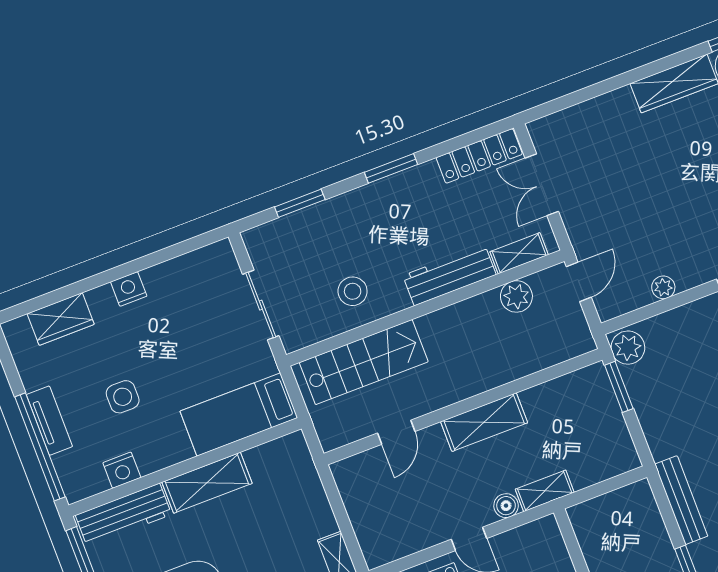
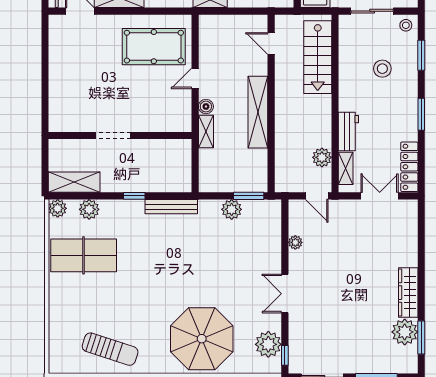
stool: (263, 245) -> (406, 25), added
workbench: (449, 275) -> (348, 131), width x0.73
stool: (353, 291) -> (382, 69), moved
plant: (628, 348) -> (232, 209), moved
shelving: (484, 422) -> (258, 112), width x1.47
door: (396, 432) -> (271, 44), moved

